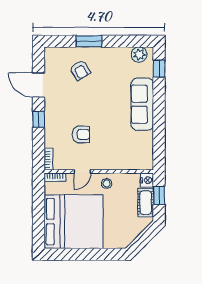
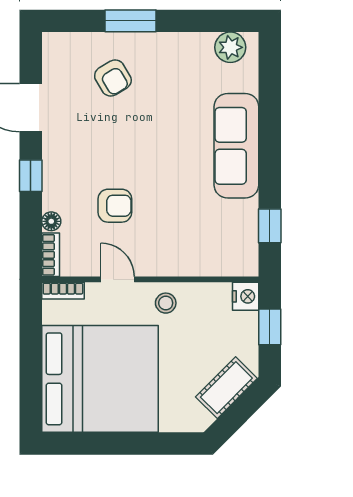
window: (159, 69) -> (270, 226), moved
floor lamp: (49, 142) -> (51, 221), added
door: (82, 172) -> (118, 279), swing flipped
cot: (146, 203) -> (226, 388), moved, turned 45

